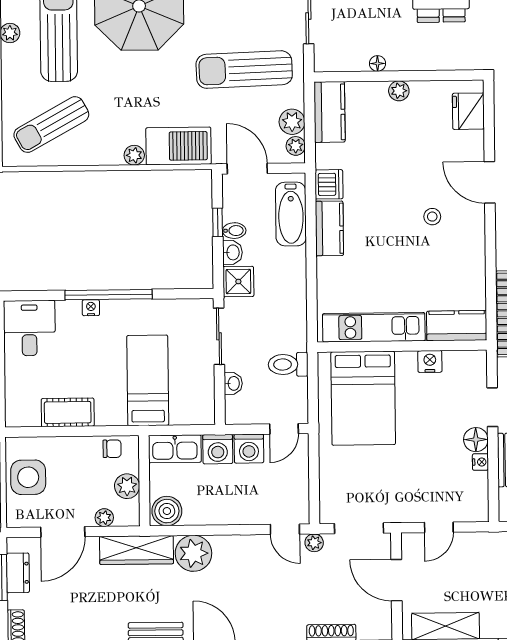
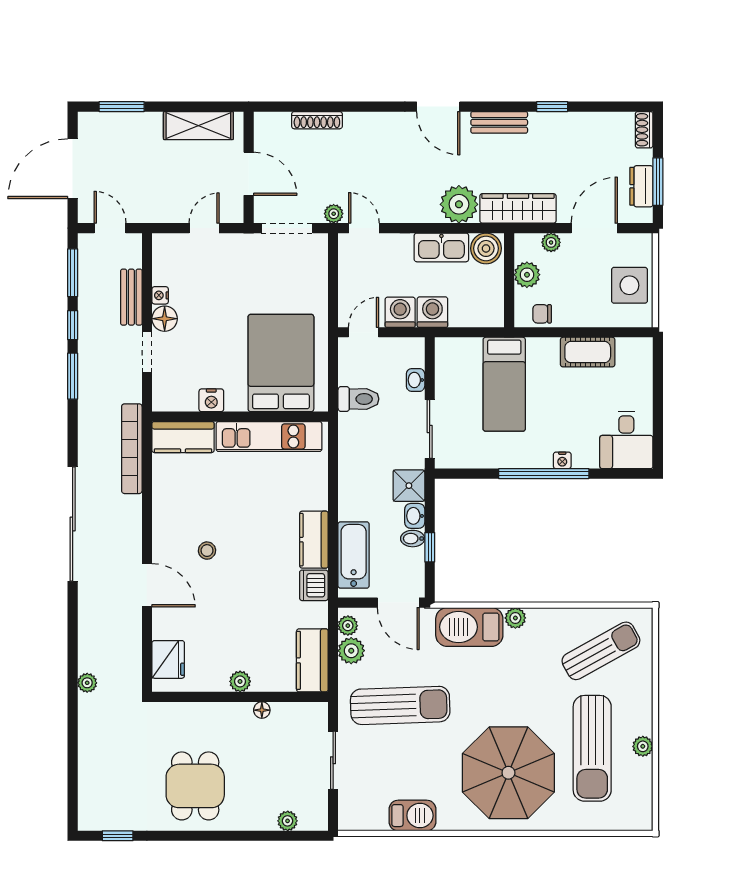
kitchen sink: (175, 449) -> (441, 247), moved, turned 180

